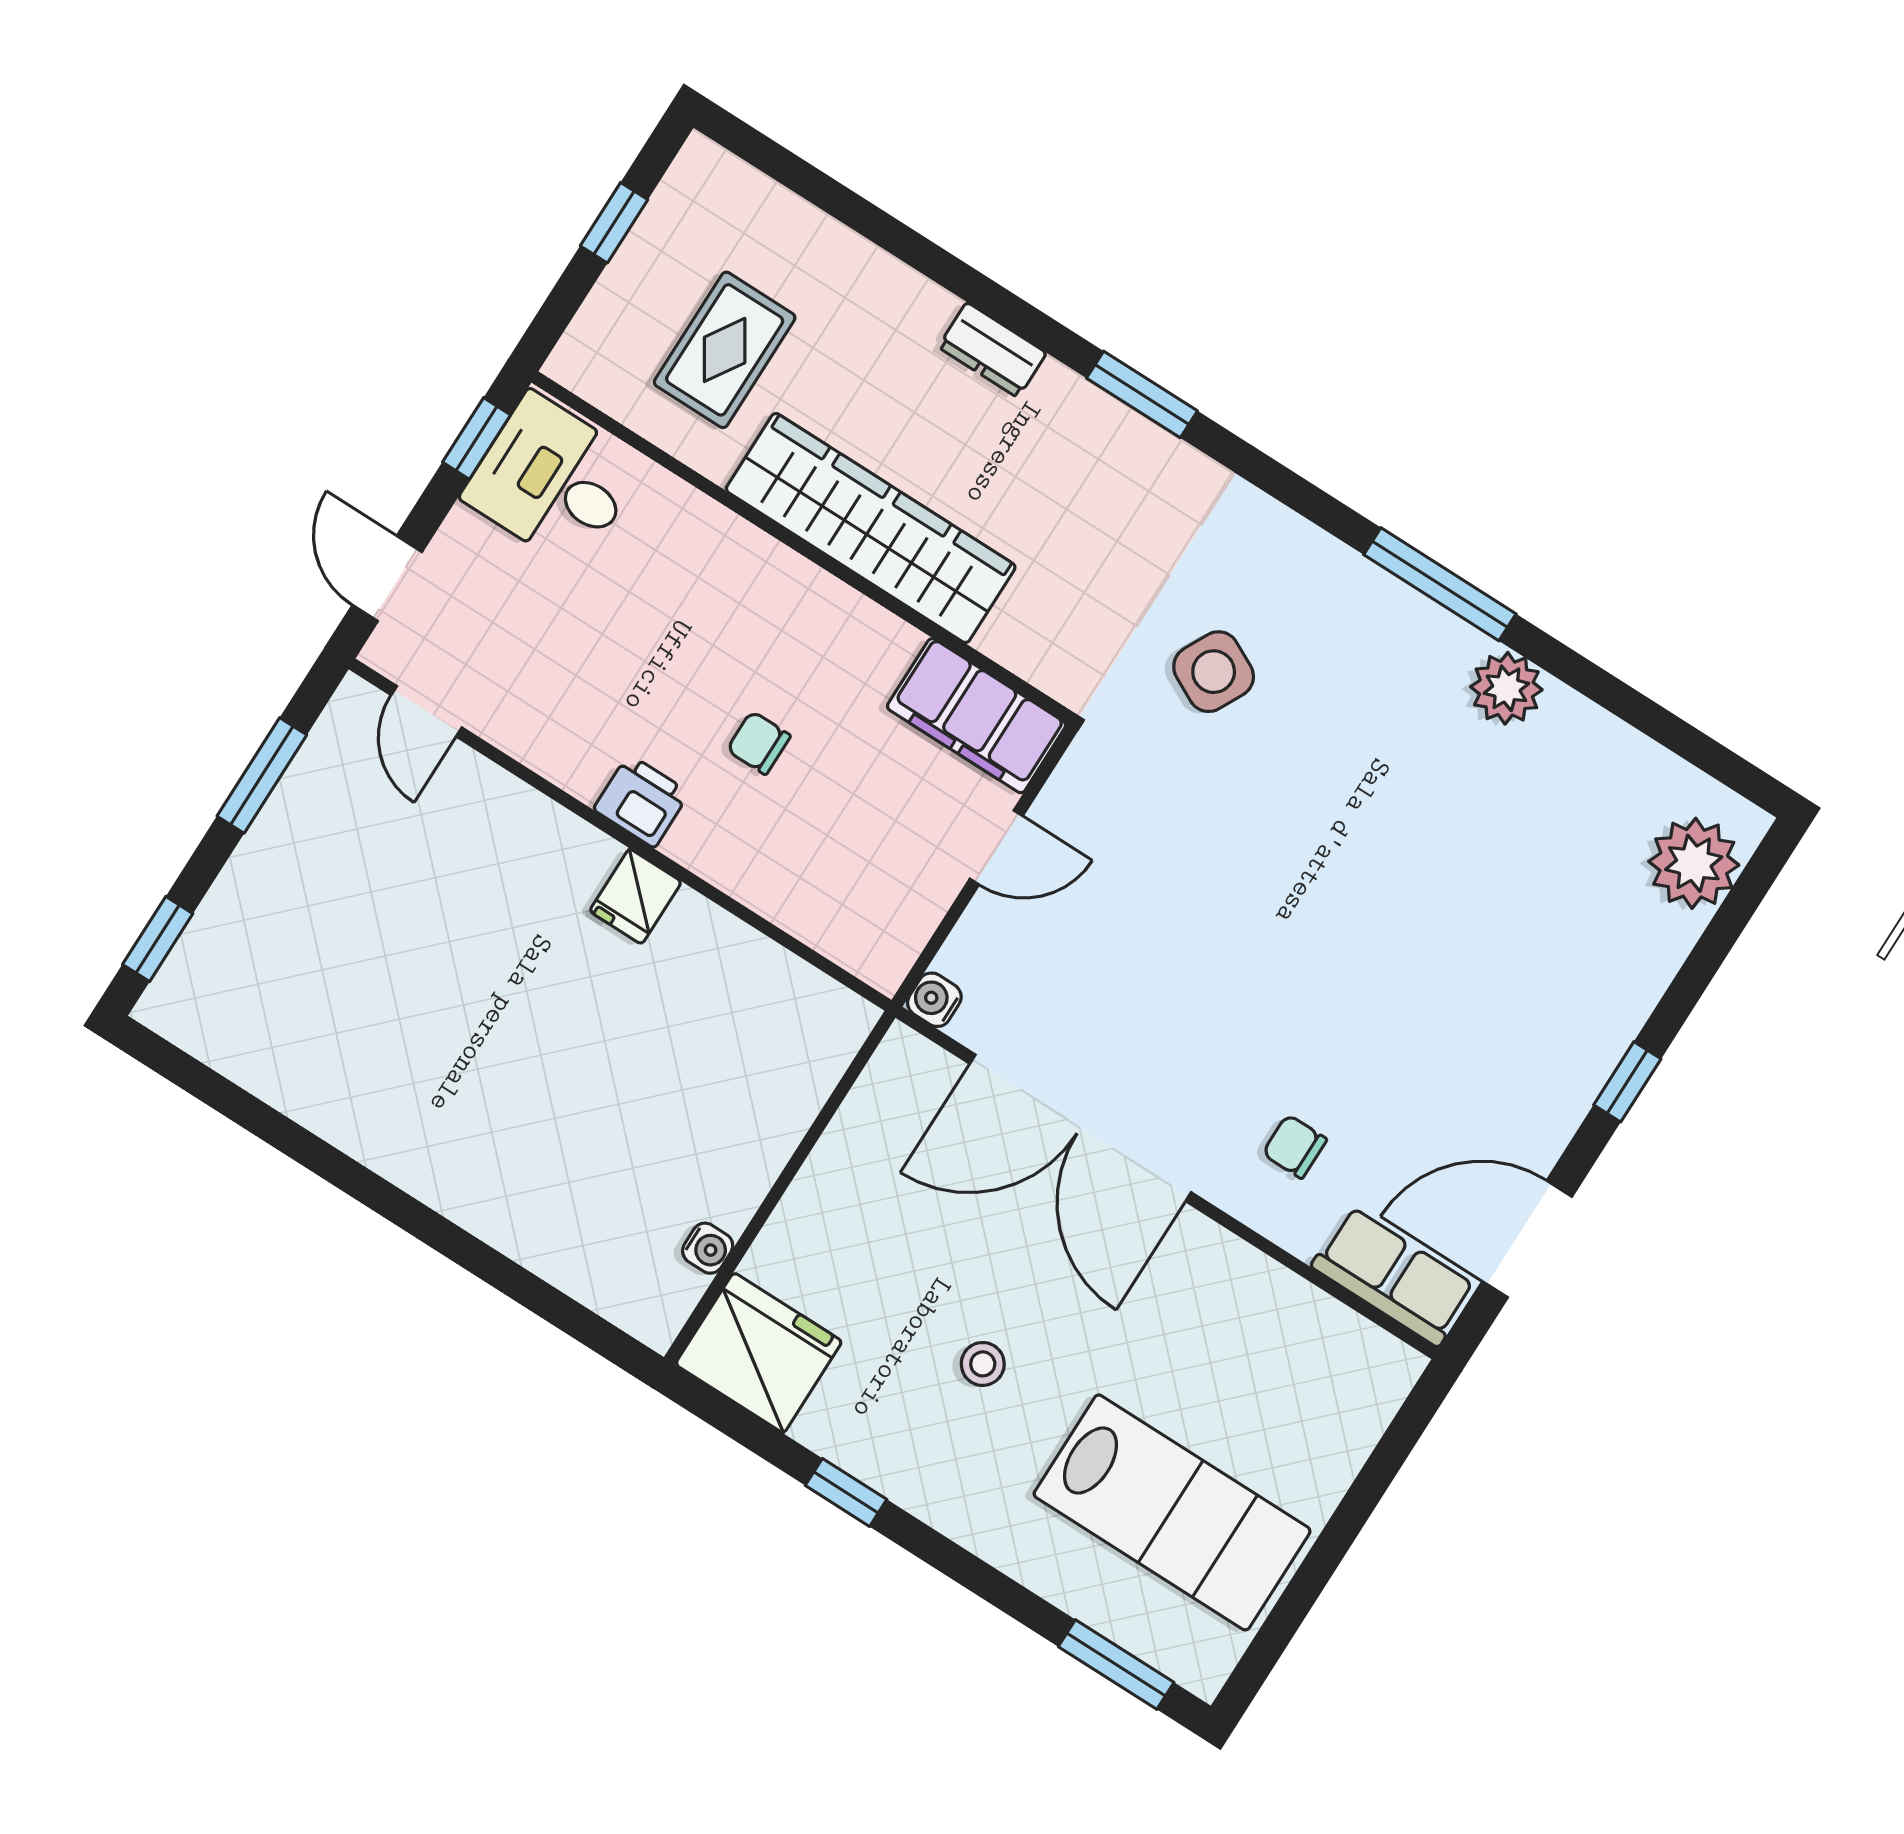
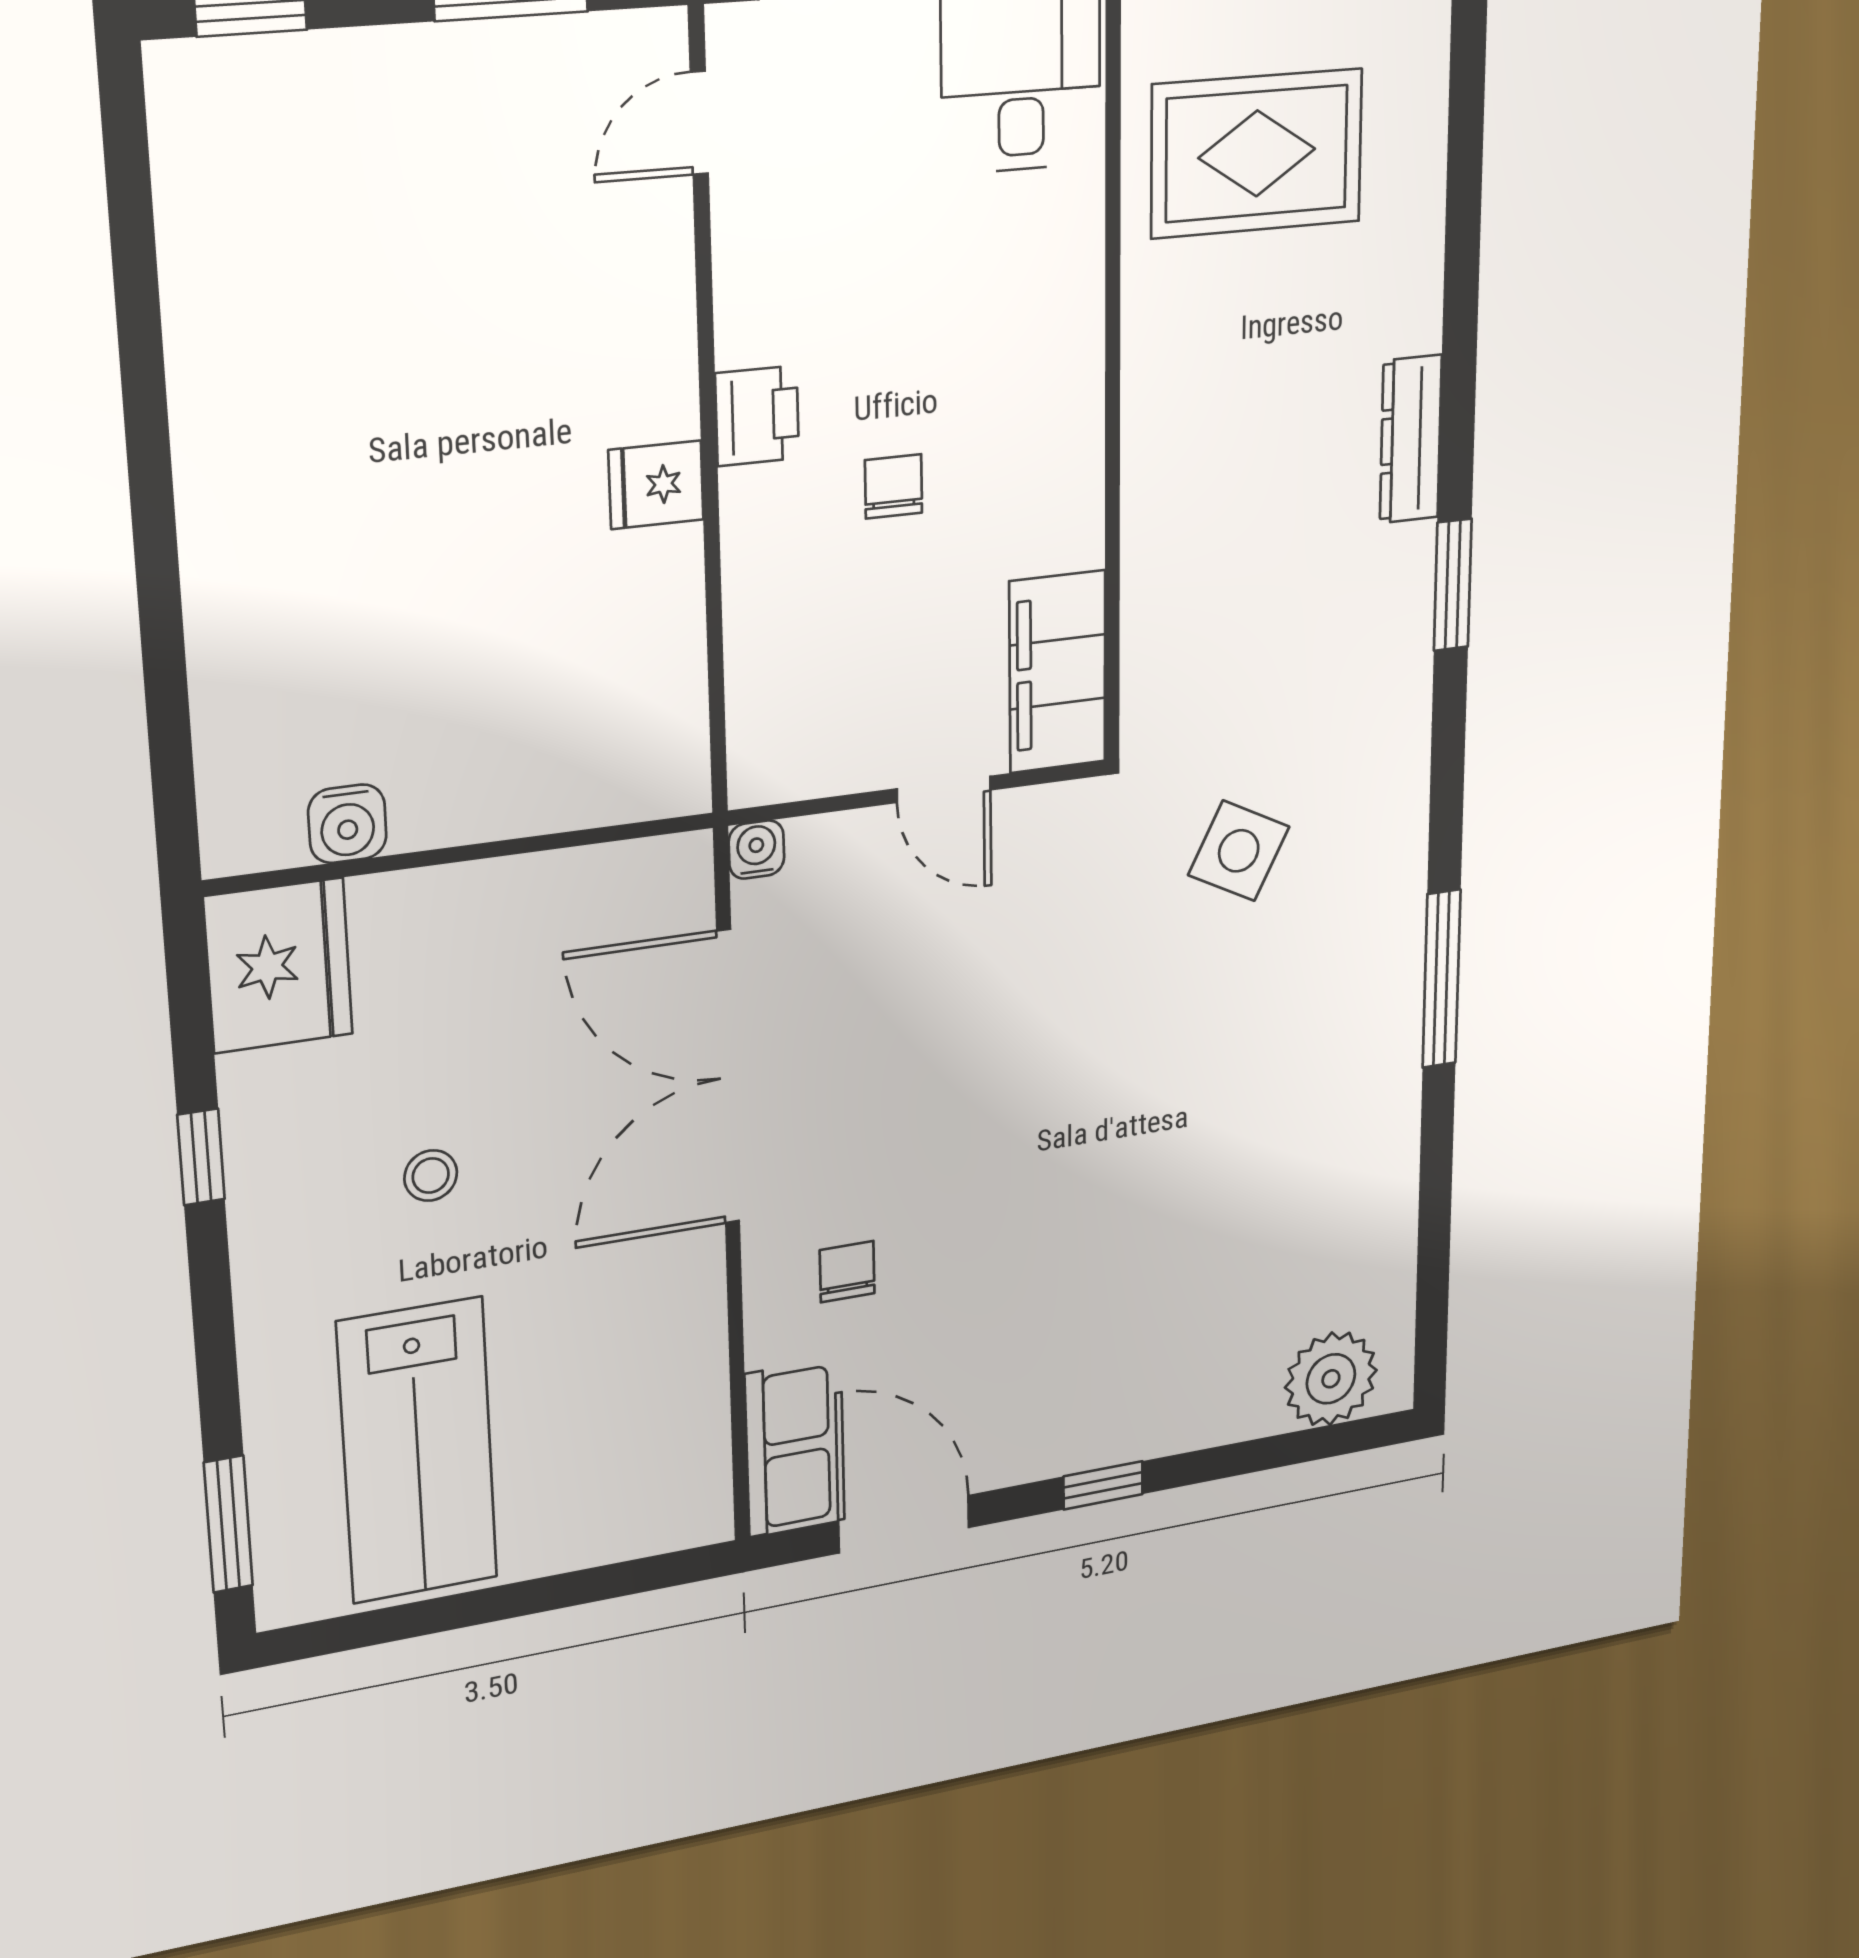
rug: (725, 350) -> (1257, 153), width x1.36, depth x1.43
dresser: (992, 350) -> (1411, 439), width x1.44
wardrobe: (871, 528) -> (1173, 431), removed
plant: (1506, 688) -> (1385, 1108), removed
water cooler: (708, 1248) -> (347, 824), width x1.38, depth x1.38

